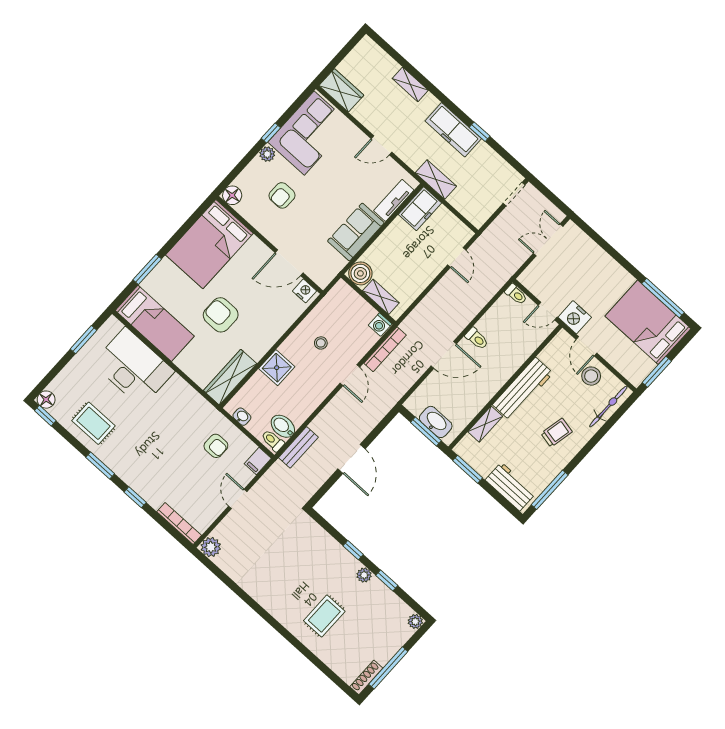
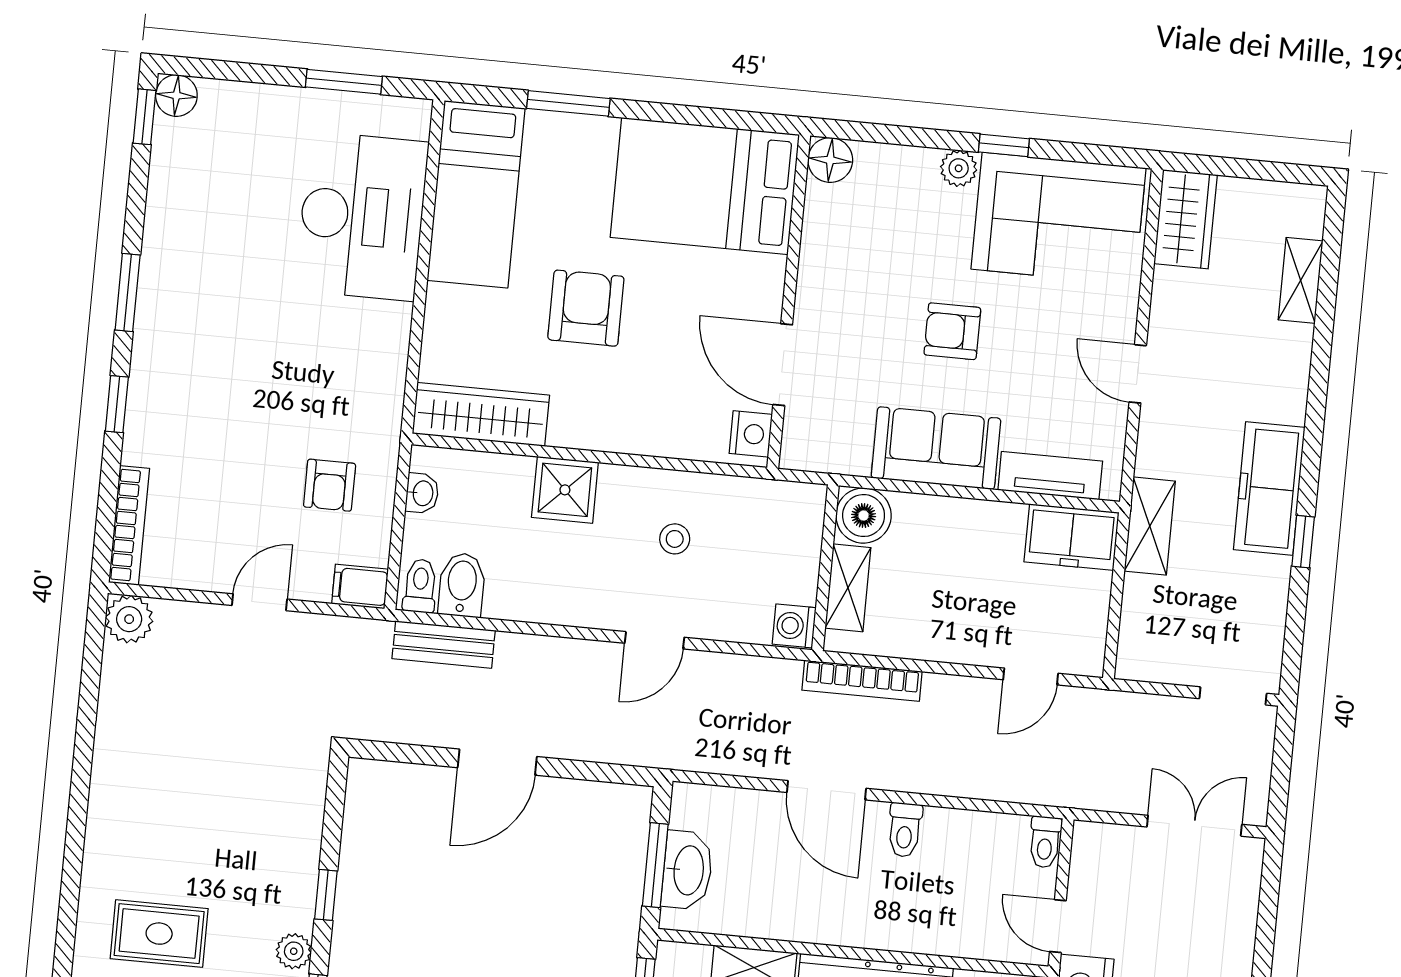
shelving: (410, 84) -> (1301, 280), moved
armchair: (282, 195) -> (952, 331), moved
bookcase: (385, 349) -> (862, 681), moved
rug: (93, 423) -> (199, 220), removed

